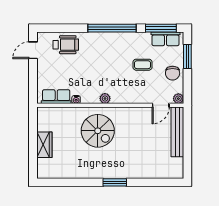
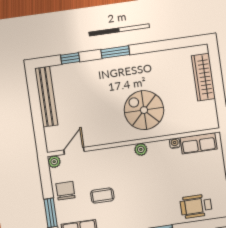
bench: (177, 132) -> (46, 97), moved
wardrobe: (44, 145) -> (203, 77), width x1.50
window: (153, 182) -> (70, 58), added

